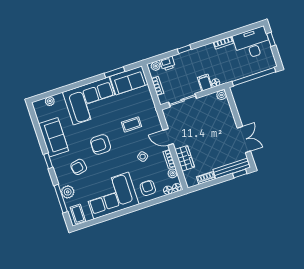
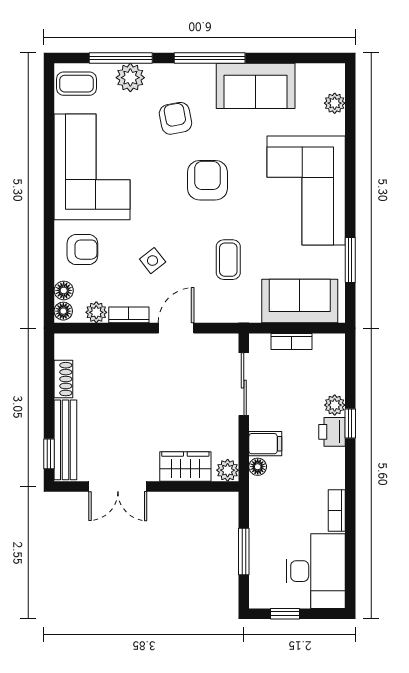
window: (271, 39) -> (285, 614), moved
printer: (167, 63) -> (332, 432), moved
plant: (156, 66) -> (335, 405), moved
window: (254, 77) -> (244, 552), width x0.47
sofa: (129, 80) -> (300, 301), moved, turned 90
wardrobe: (185, 158) -> (185, 466), moved, turned 180
window: (48, 161) -> (210, 58), width x2.17

